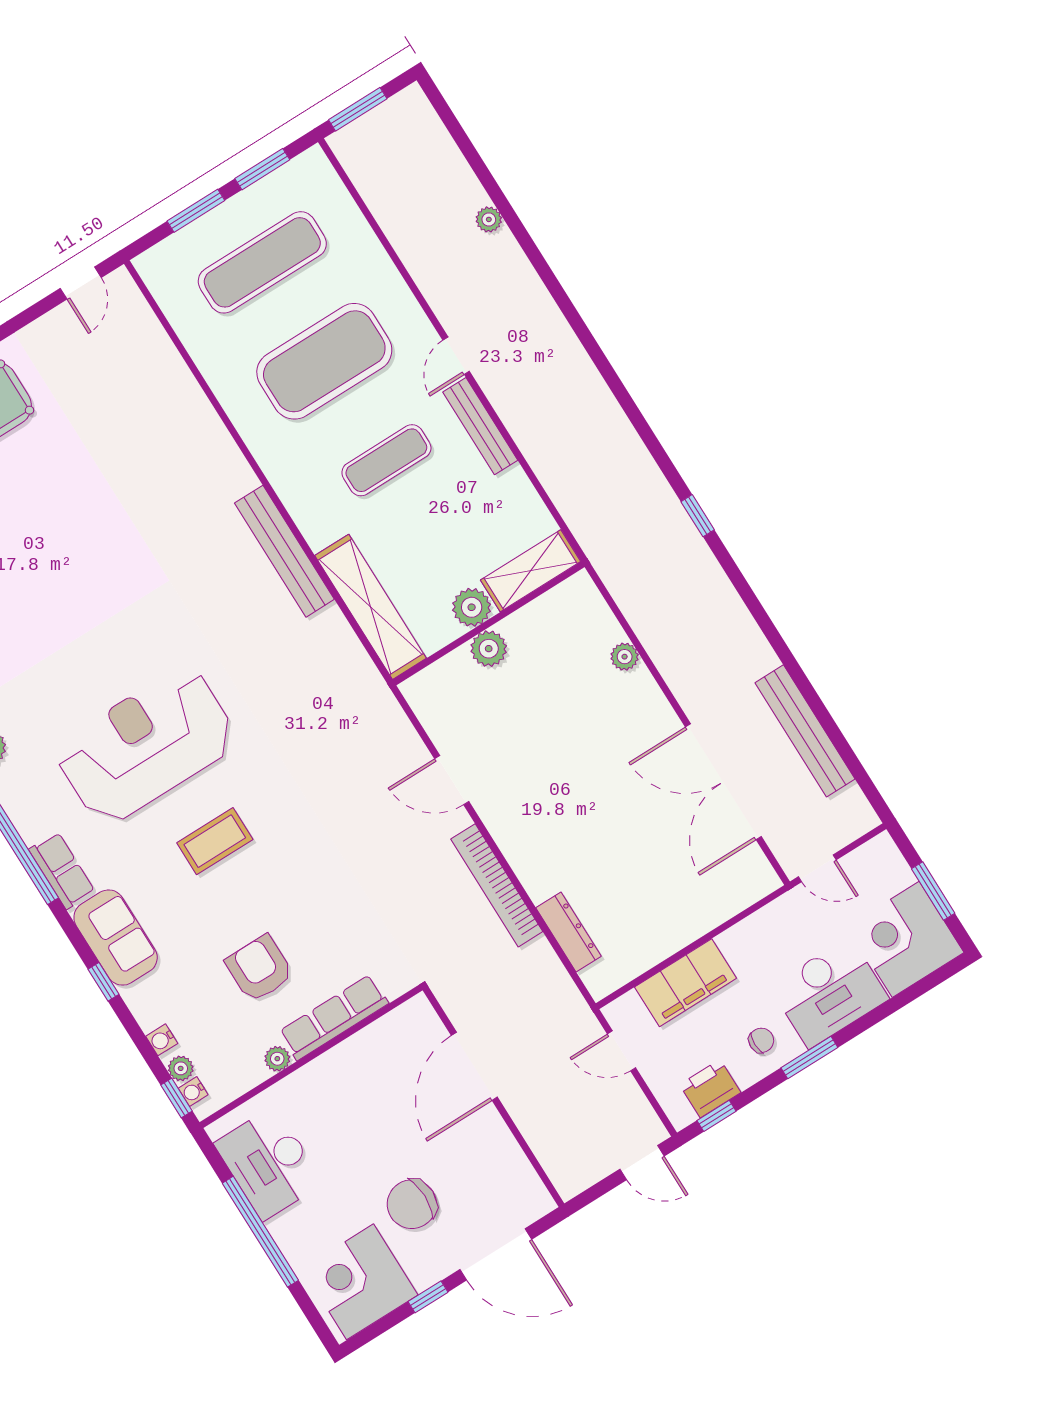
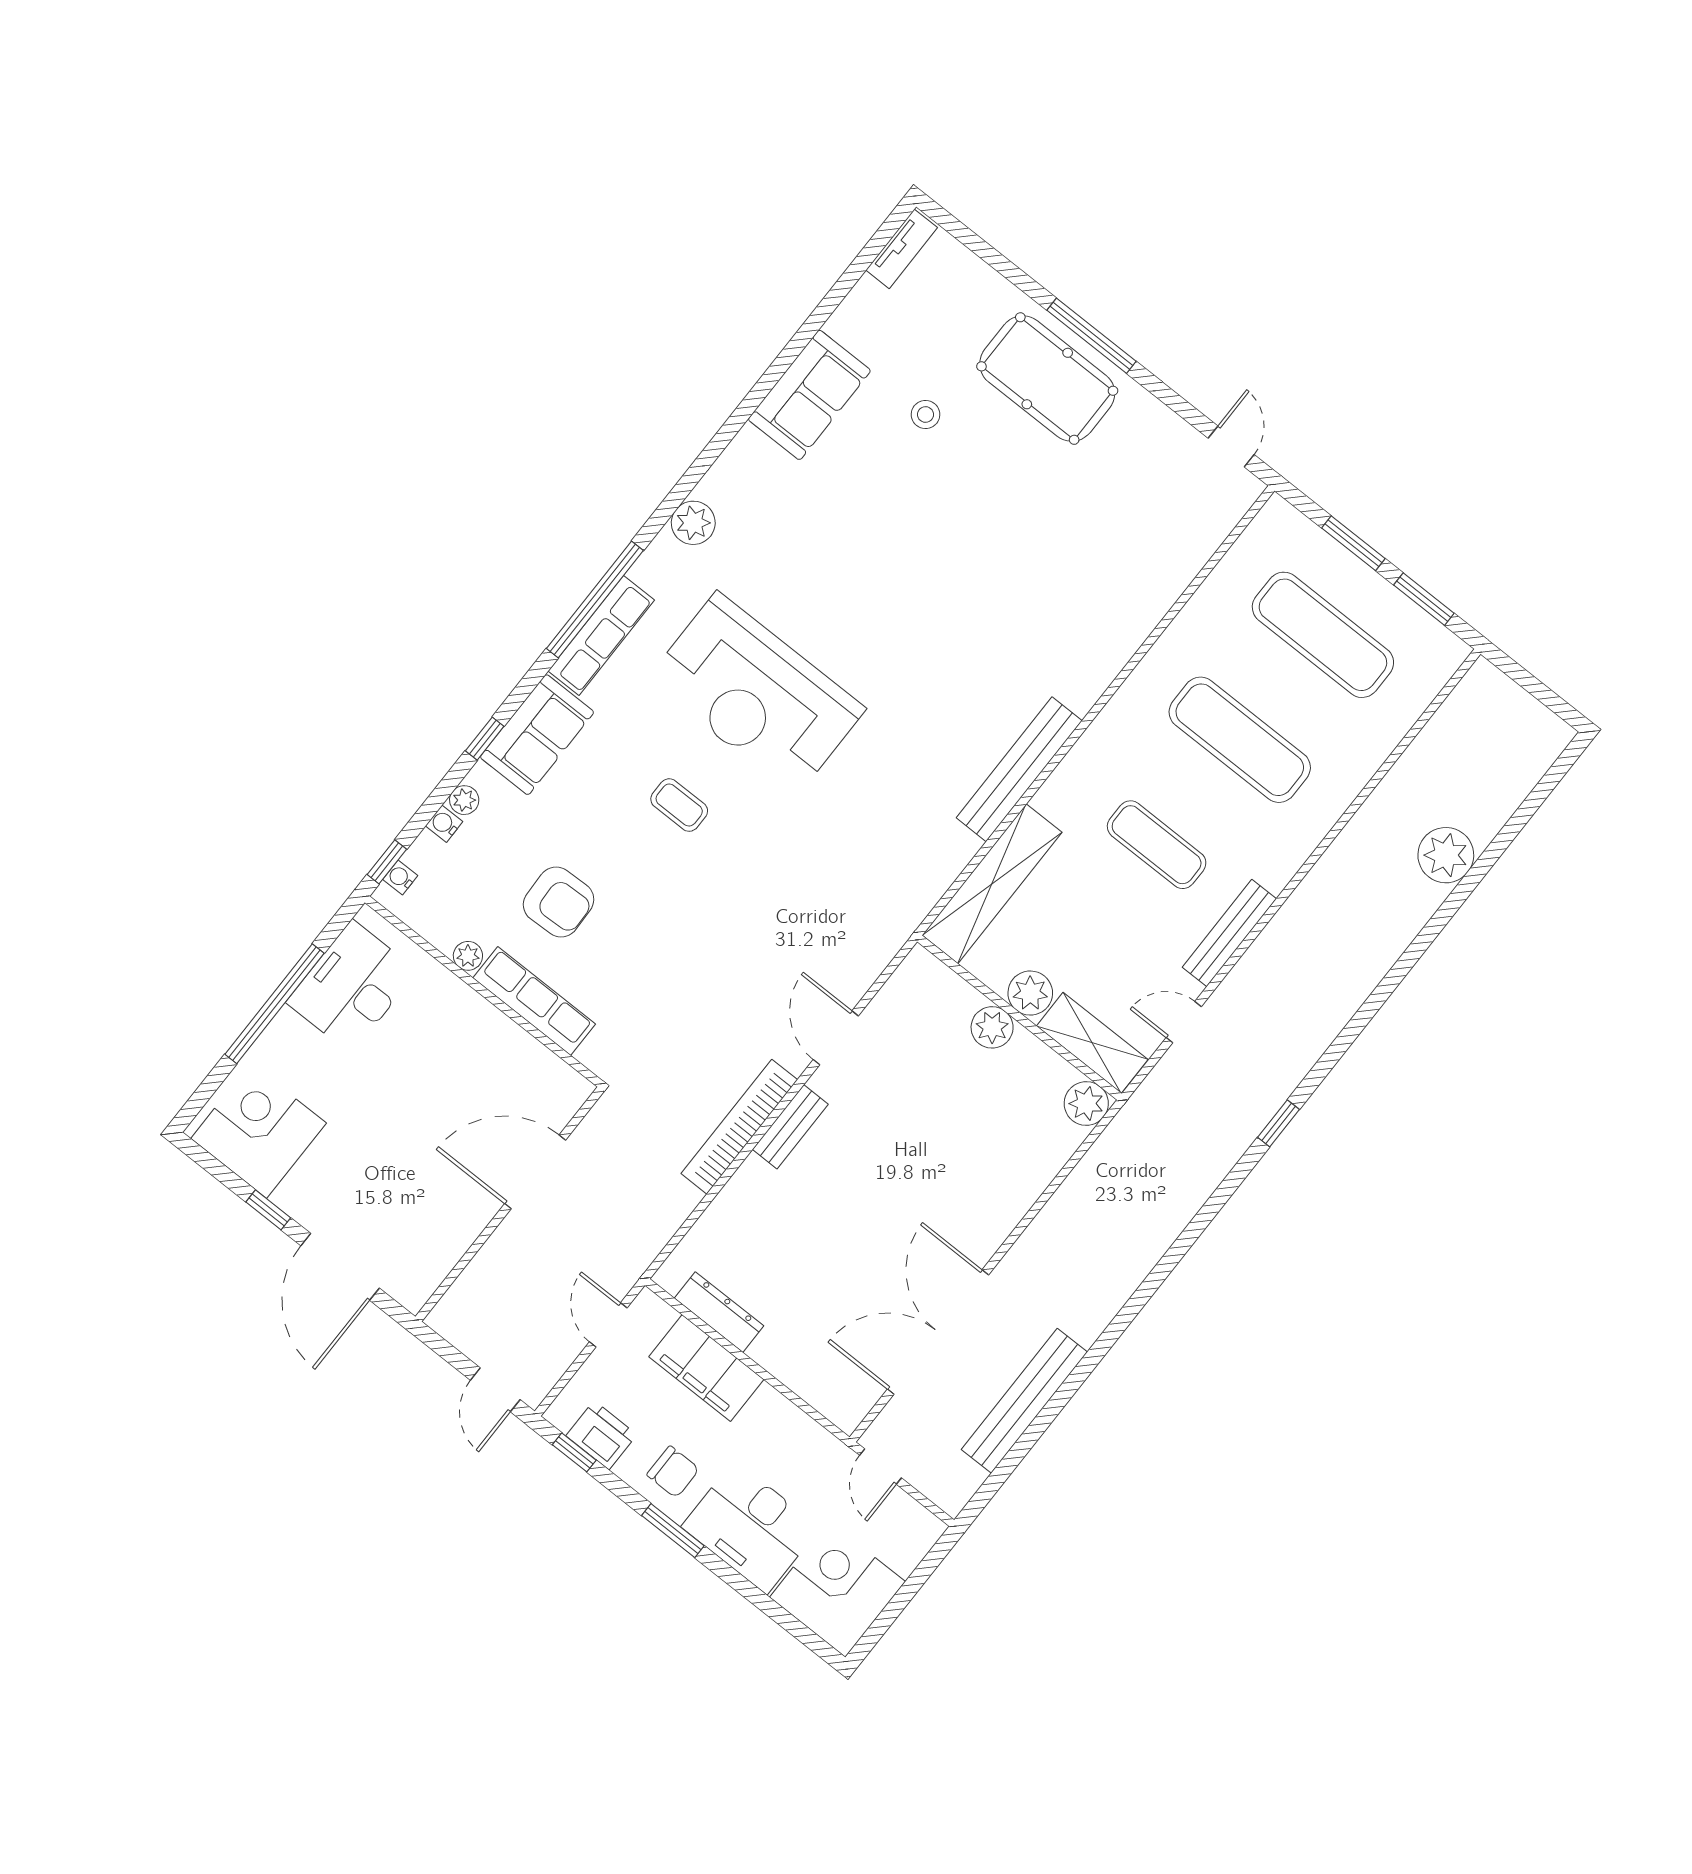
window: (358, 109) -> (1525, 679), removed
plant: (489, 219) -> (1446, 855), width x1.87, depth x1.87
door: (81, 283) -> (1231, 446), swing flipped
door: (456, 356) -> (1184, 1022), moved
exercise mat: (324, 361) -> (1240, 740), width x0.68
window: (698, 516) -> (1278, 1123), moved
plant: (625, 657) -> (1086, 1104), moved, width x1.38, depth x1.38
reception desk: (146, 745) -> (756, 694), turned 180
coffee table: (215, 841) -> (679, 805), width x0.73, depth x0.77
bench: (512, 843) -> (790, 1127), added
row of seats: (62, 870) -> (601, 636), width x1.48
window: (933, 891) -> (900, 1601), removed
dresser: (568, 932) -> (719, 1312), moved, turned -90
armchair: (259, 969) -> (559, 902), turned 88
chair: (761, 1040) -> (673, 1472), width x1.37, depth x1.37
plant: (181, 1068) -> (464, 800), moved
chair: (412, 1204) -> (362, 1157), removed

